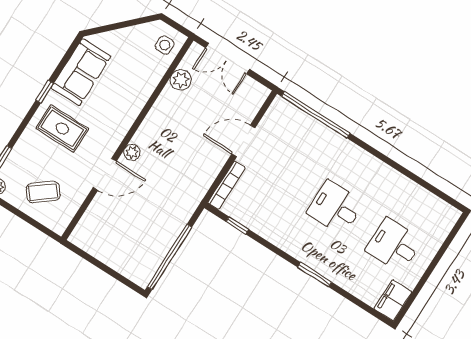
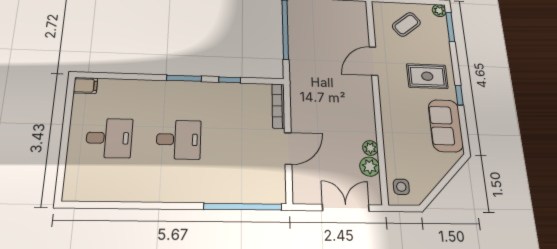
plant: (132, 152) -> (370, 148), moved
window: (237, 225) -> (230, 80), moved
window: (315, 275) -> (184, 78), moved
filing cabinet: (393, 300) -> (85, 86), width x0.50

